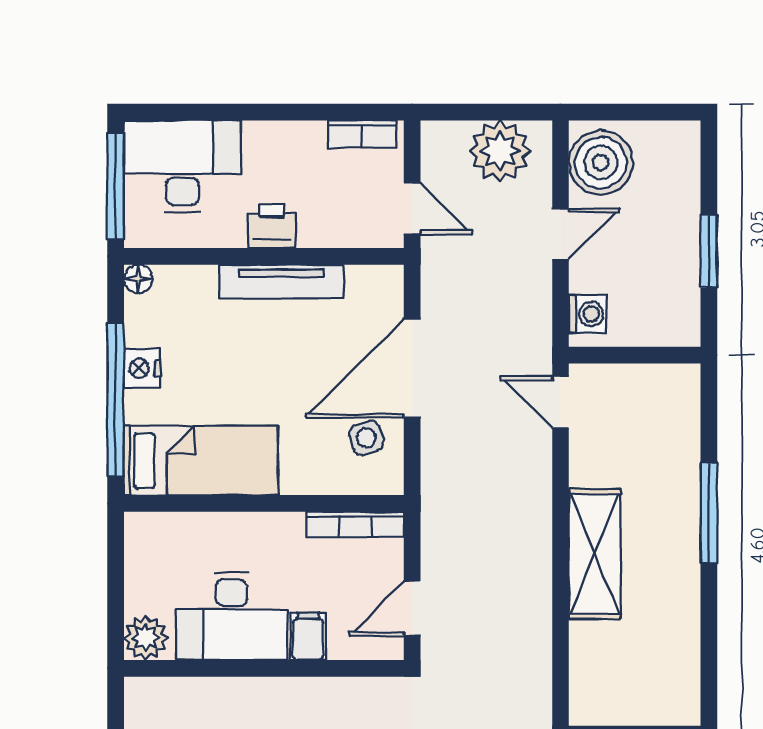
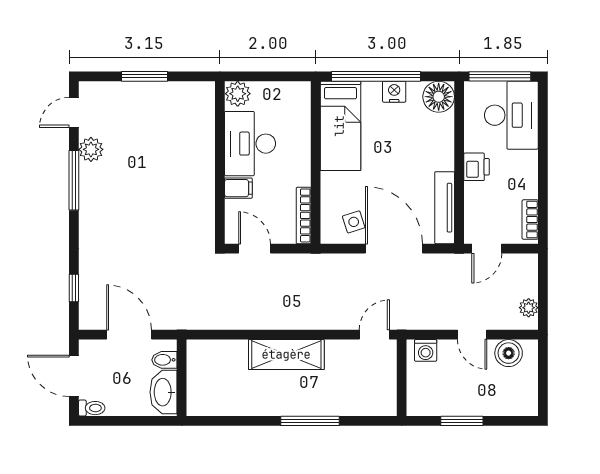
plant: (500, 151) -> (529, 308), width x0.53, depth x0.53
boiler: (601, 162) -> (509, 353), width x0.73, depth x0.73
floor lamp: (138, 279) -> (439, 97), width x1.89, depth x1.89
tv unit: (281, 281) -> (445, 208), moved

